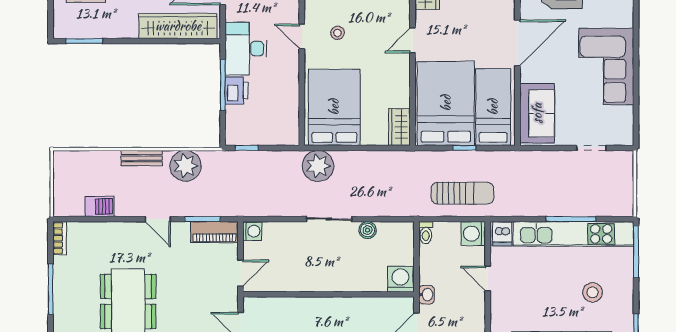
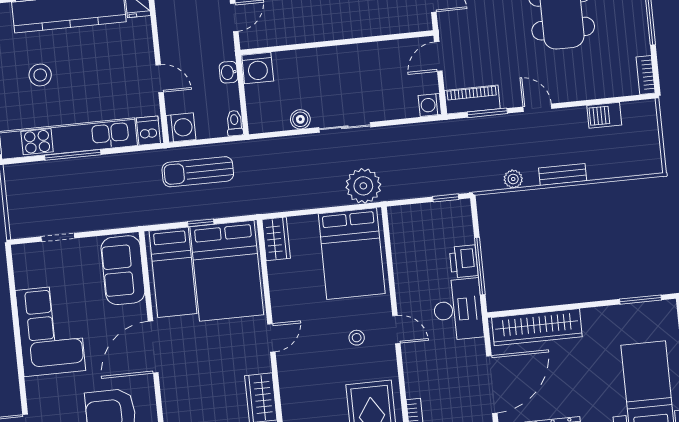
plant: (186, 166) -> (513, 179), width x0.53, depth x0.53
washbasin: (427, 295) -> (229, 72), moved

